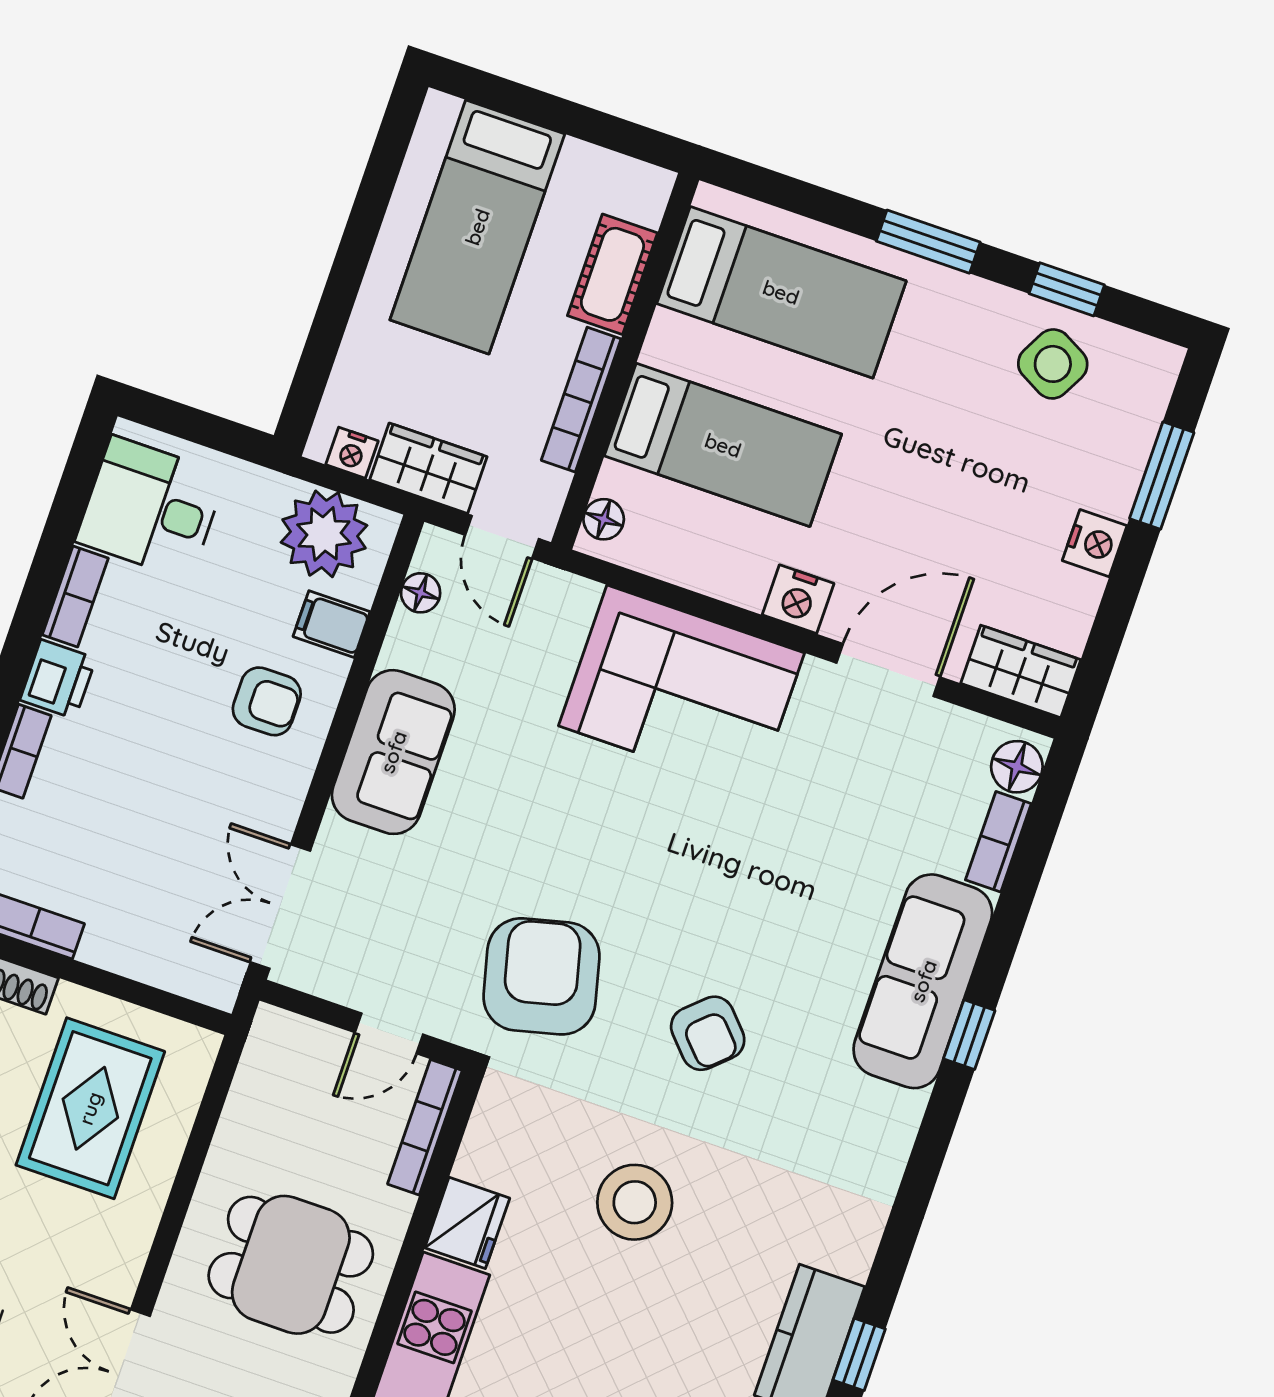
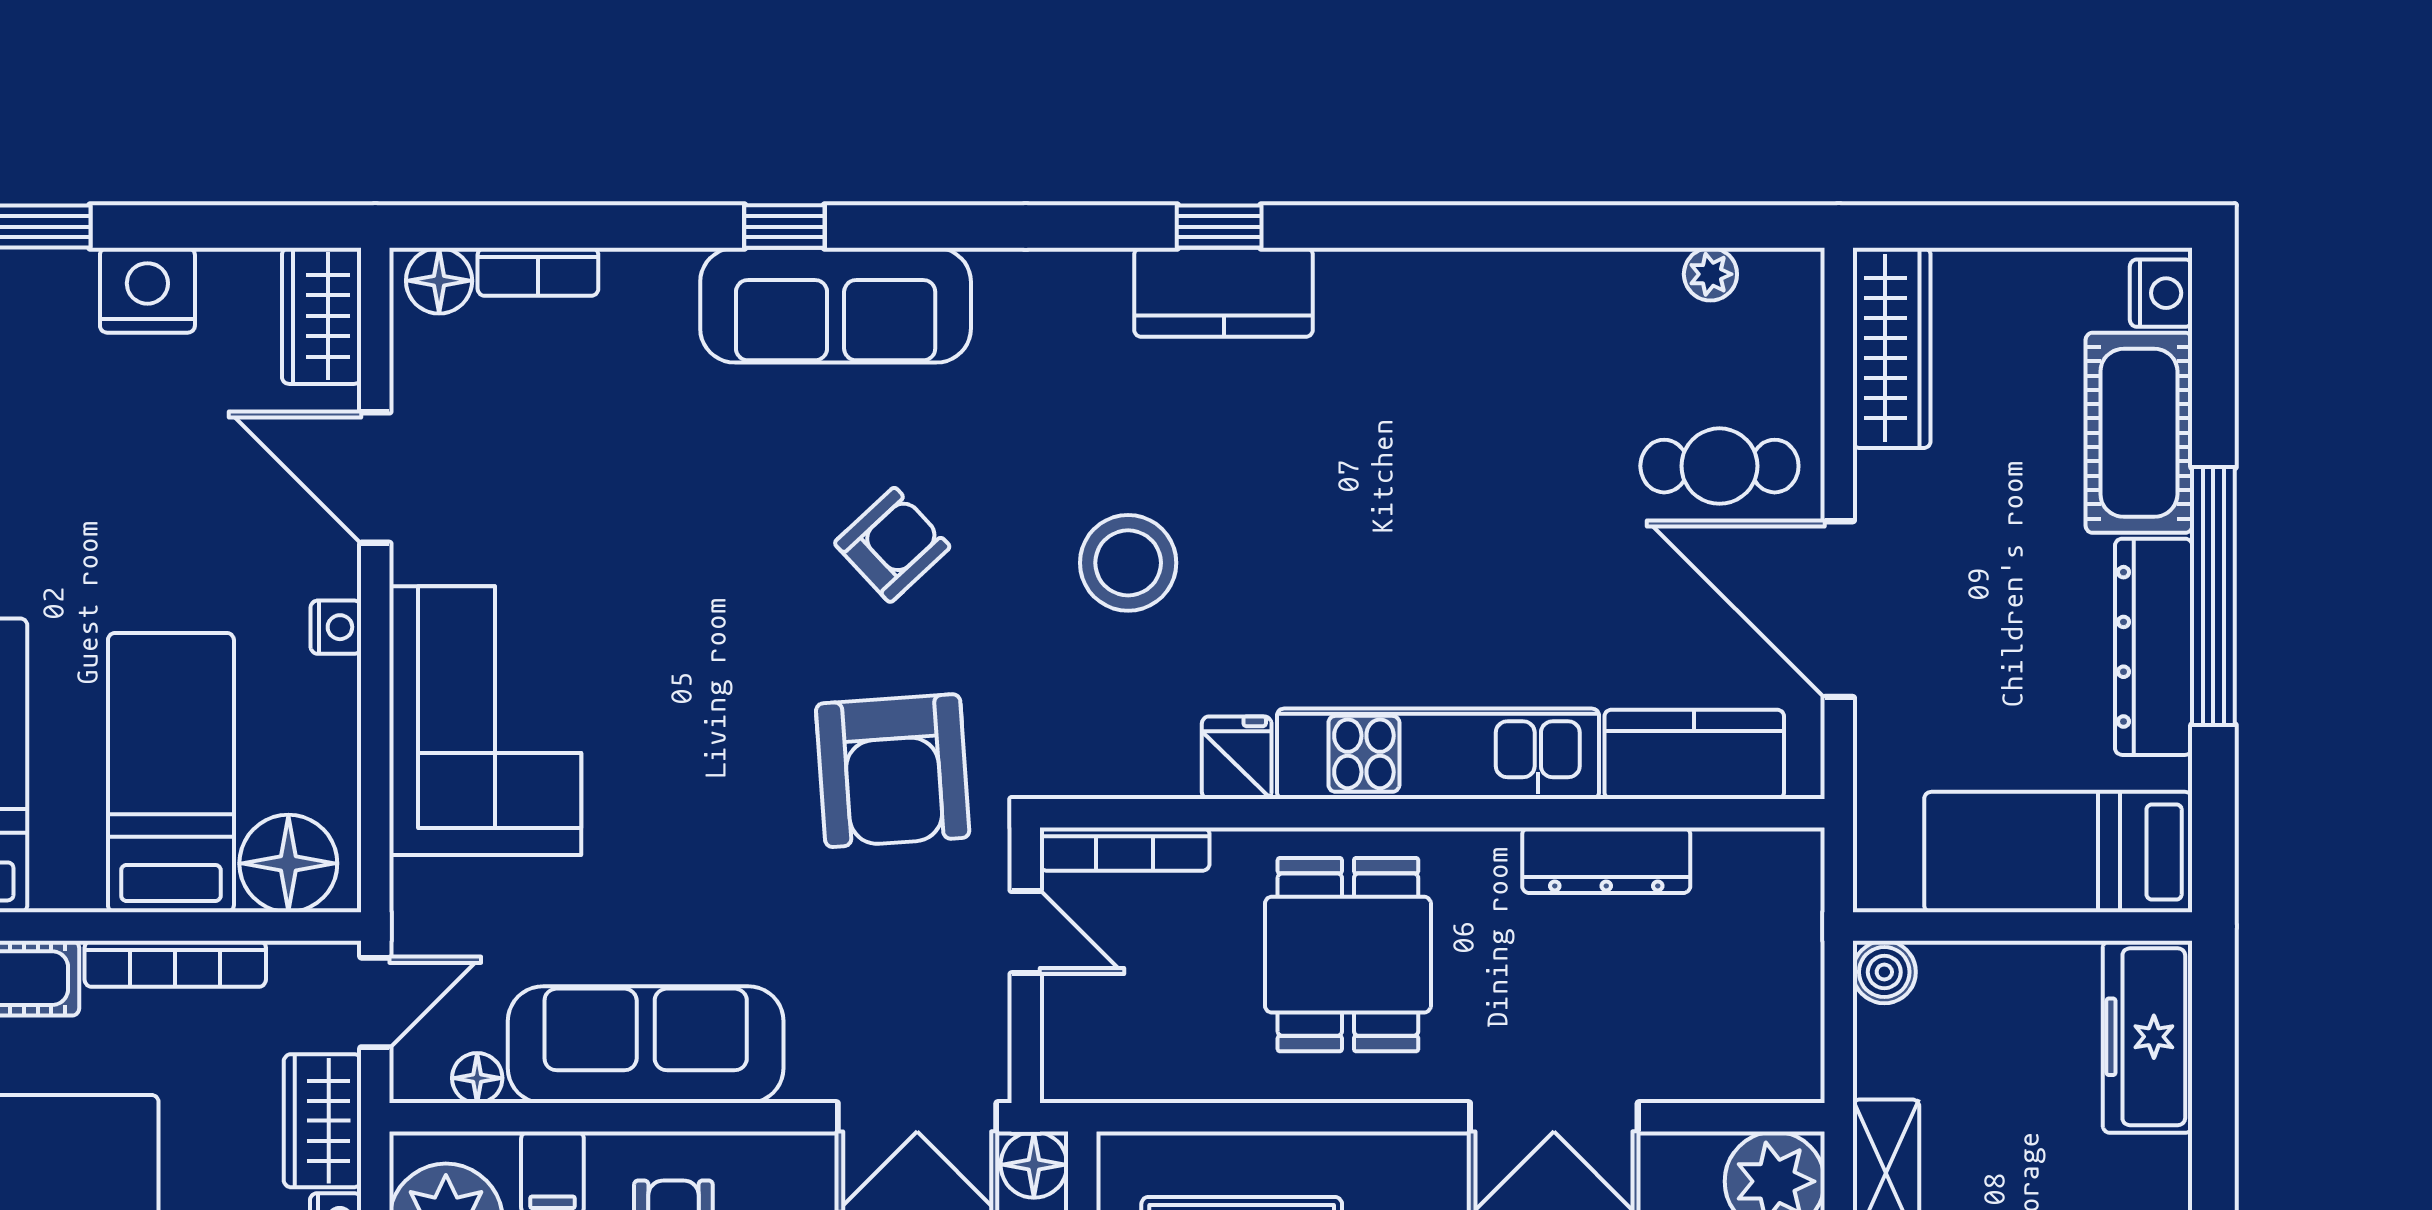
floor lamp: (604, 519) -> (288, 863), width x1.89, depth x1.89
nightstand: (1095, 543) -> (147, 290), width x1.36, depth x1.33
nightstand: (798, 599) -> (336, 627), width x0.72, depth x0.74
sofa: (393, 752) -> (646, 1045), width x1.36
armchair: (541, 976) -> (893, 771), turned -80
floor lamp: (216, 980) -> (1034, 1165), added
sofa: (923, 981) -> (836, 305), moved
fridge: (467, 1223) -> (1237, 758), width x0.72

